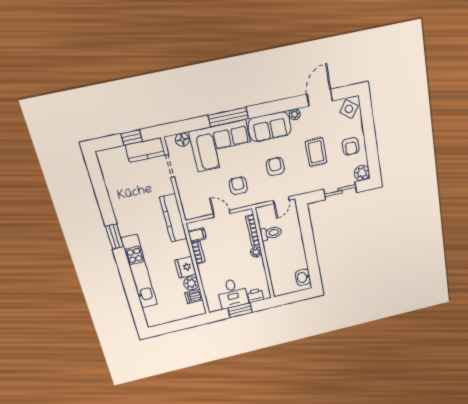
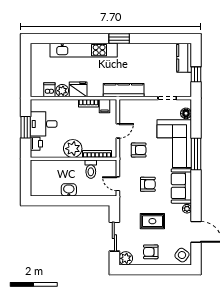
kitchen counter: (145, 150) -> (184, 58), moved
plant: (256, 252) -> (73, 149), width x1.87, depth x1.87
washbasin: (303, 277) -> (69, 190), moved

